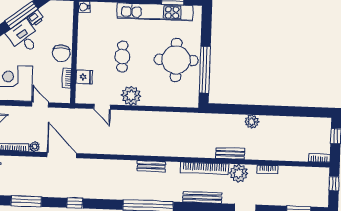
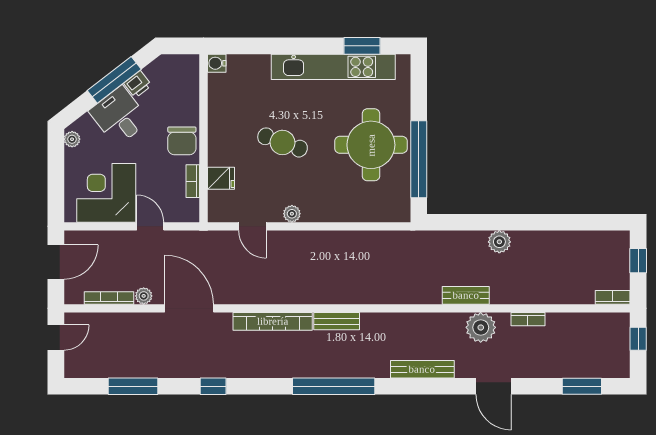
cafe table: (122, 57) -> (283, 142), turned -70
plant: (131, 96) -> (292, 214), width x0.53, depth x0.53
bookcase: (205, 168) -> (273, 321), moved

